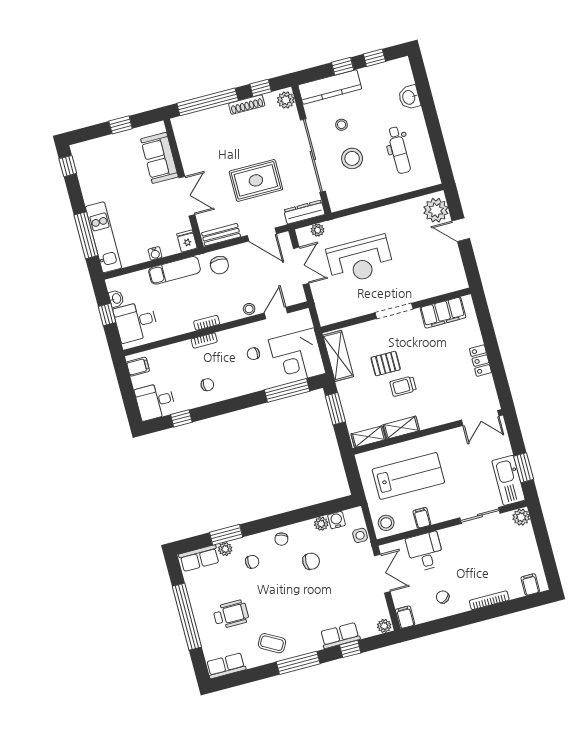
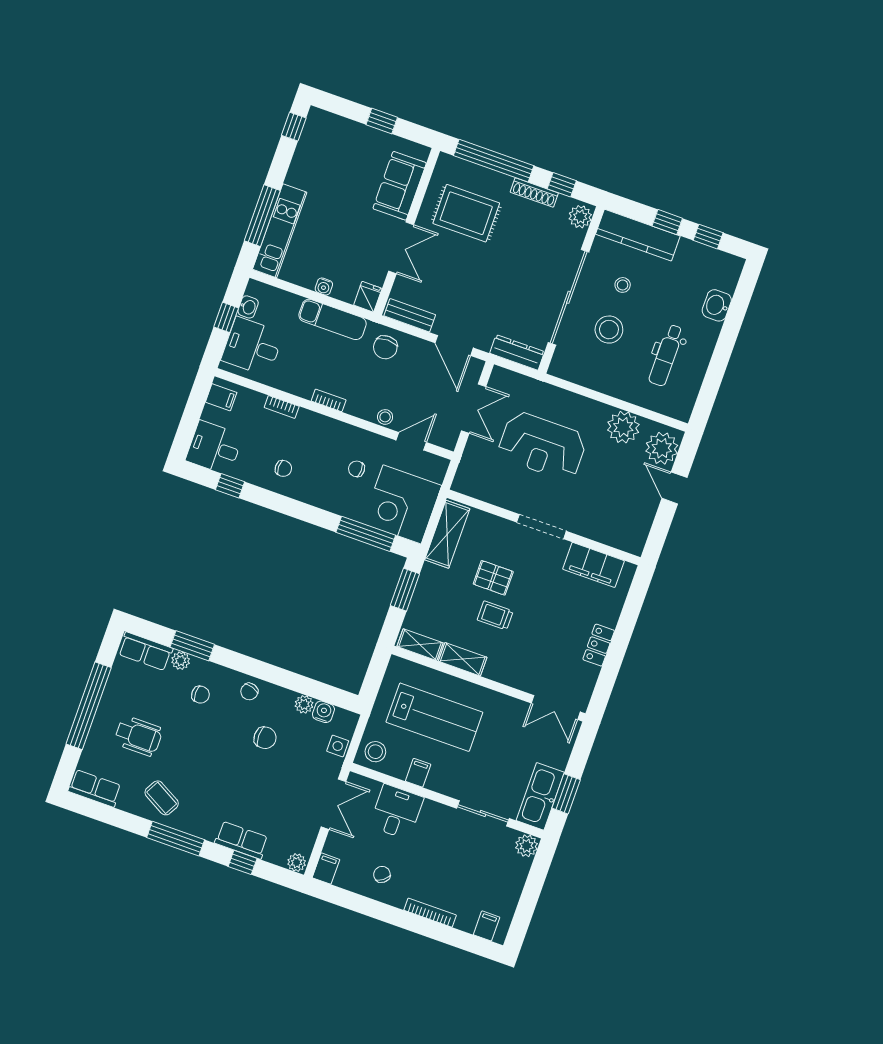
rug: (256, 180) -> (466, 213), moved
plant: (318, 230) -> (623, 427), moved, width x1.88, depth x1.88
bookcase: (204, 340) -> (282, 407), moved

